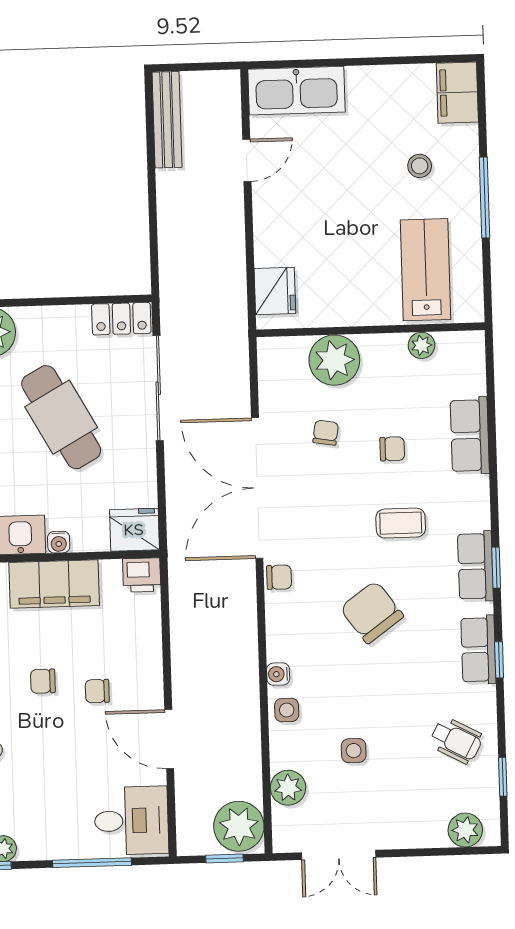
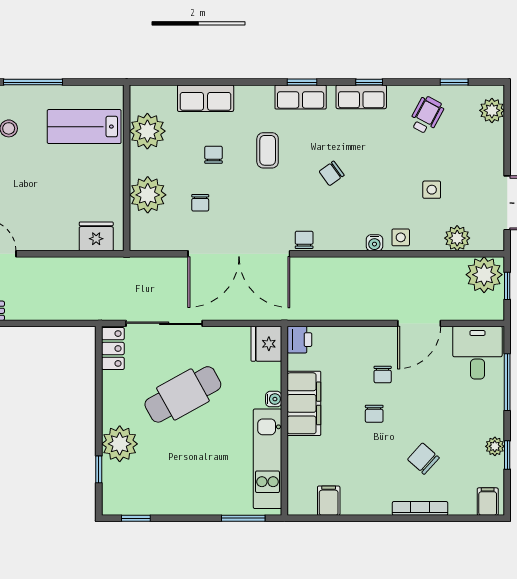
plant: (421, 345) -> (147, 131), width x1.87, depth x1.87
chair: (326, 433) -> (200, 203), turned -99
chair: (372, 612) -> (332, 173), width x0.54, depth x0.54

